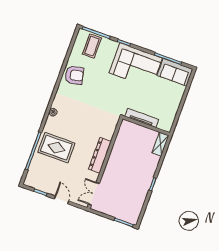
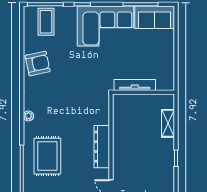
shelving: (160, 144) -> (168, 123), moved
rug: (56, 148) -> (47, 156), turned 90

